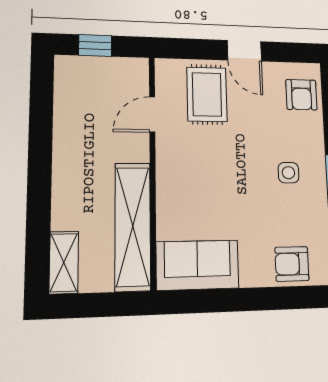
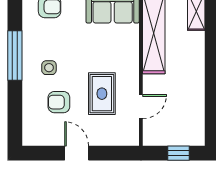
rug: (207, 94) -> (102, 94), moved
armchair: (301, 95) -> (59, 102), moved, turned -90

